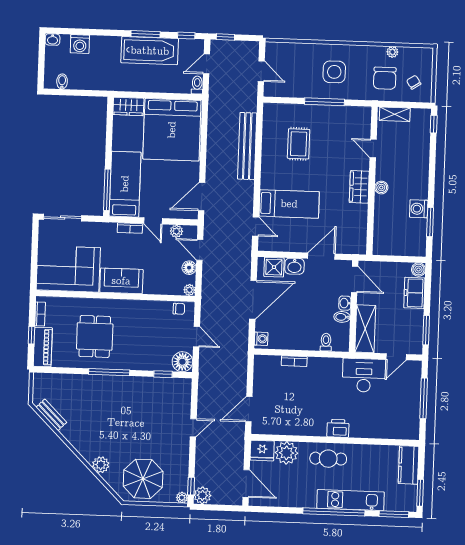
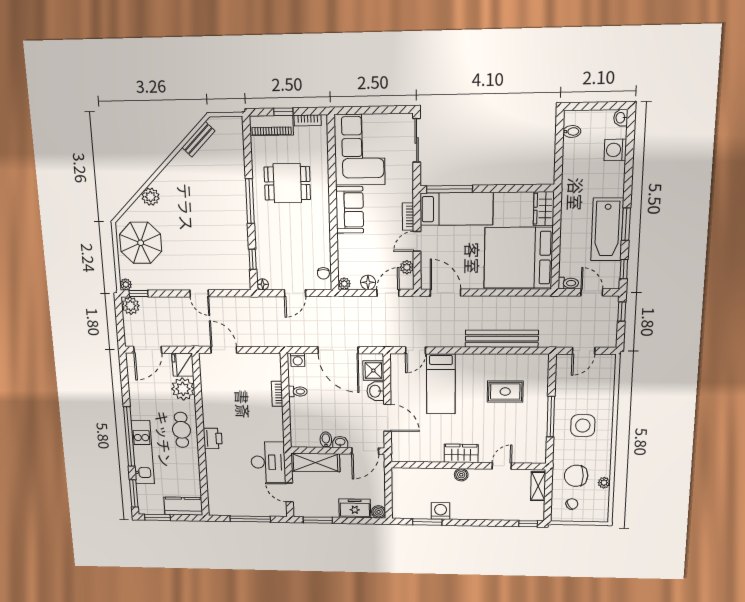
toilet: (326, 342) -> (298, 392), moved
floor lamp: (182, 362) -> (263, 284), width x0.53, depth x0.53

